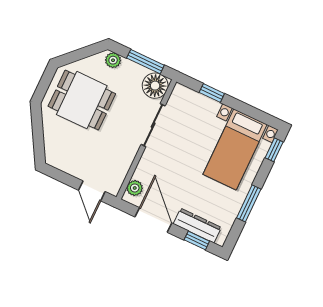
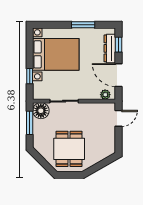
plant: (113, 60) -> (38, 142), removed
bed with nightstands: (235, 149) -> (56, 54), width x1.36
window: (274, 150) -> (45, 25), removed
door: (153, 220) -> (119, 75), hinge flipped

